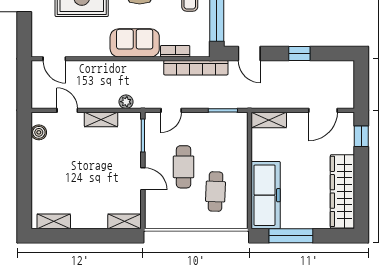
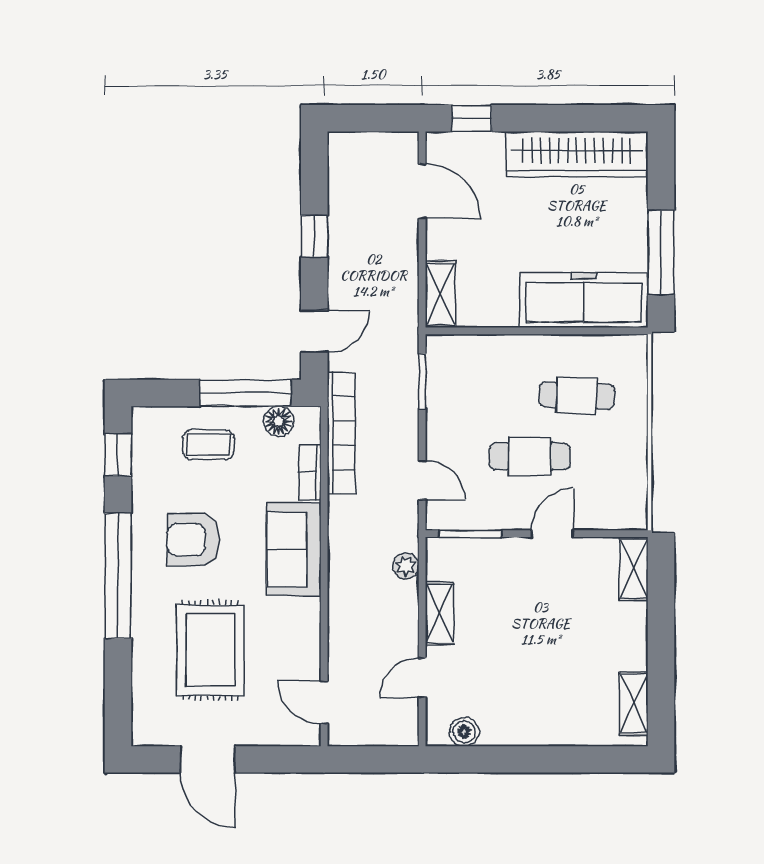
floor lamp: (202, 35) -> (278, 421), added
door: (54, 59) -> (324, 702), swing flipped

